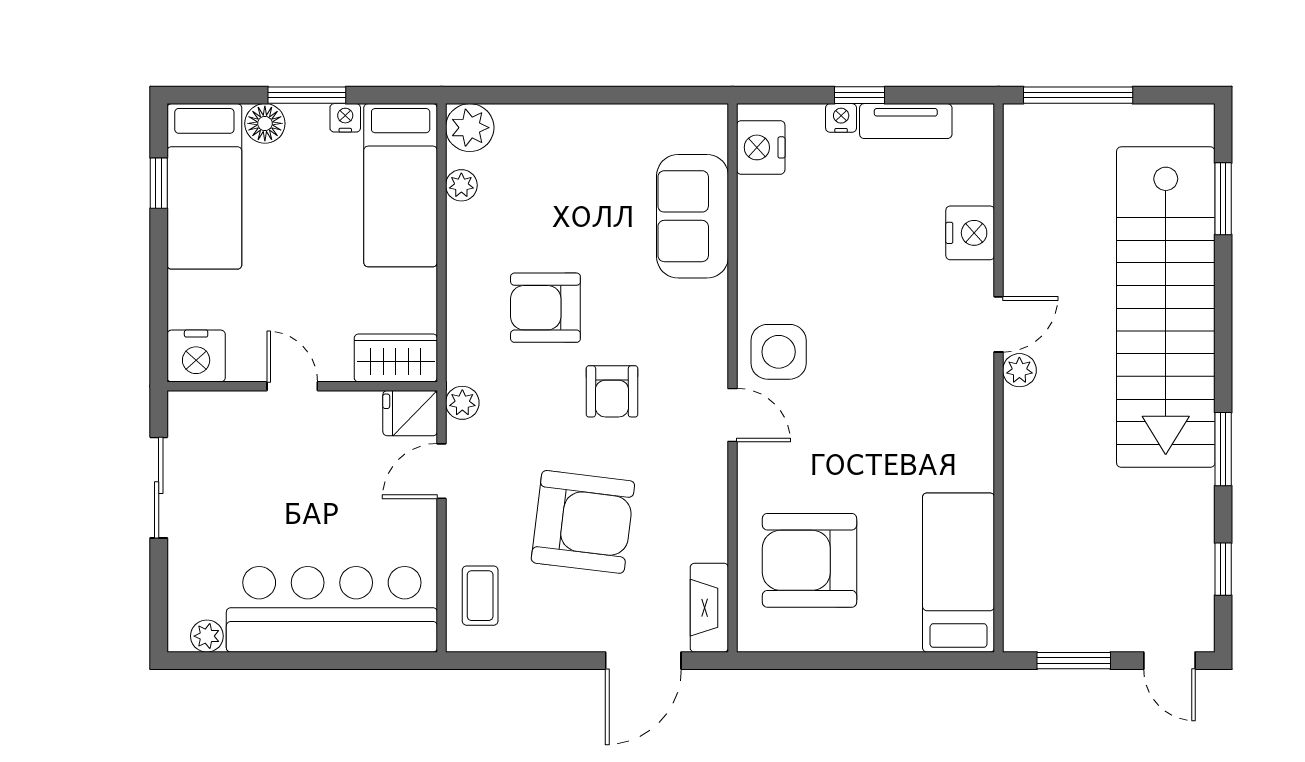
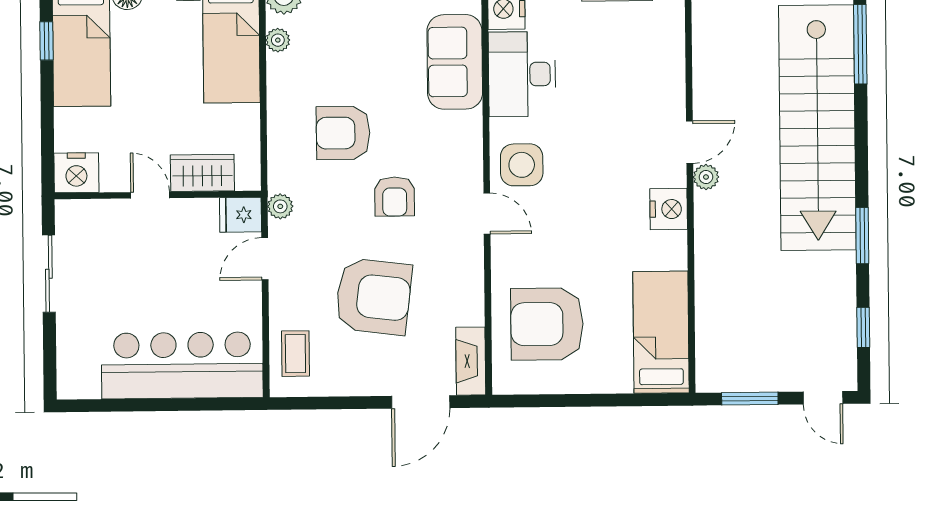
window: (1223, 199) -> (860, 44), width x1.44
desk: (780, 233) -> (522, 74), added
nightstand: (970, 233) -> (669, 209), moved
wardrobe: (396, 358) -> (202, 173), moved
plant: (207, 636) -> (87, 387), removed

